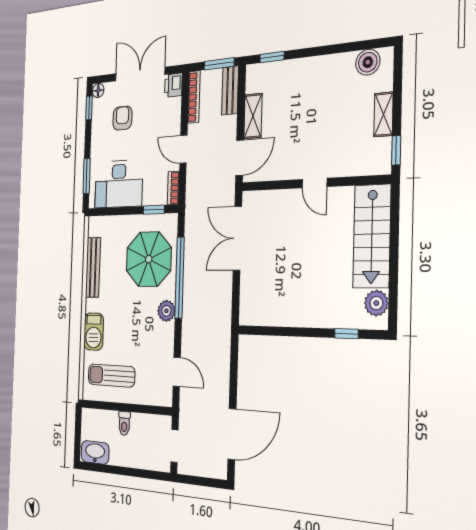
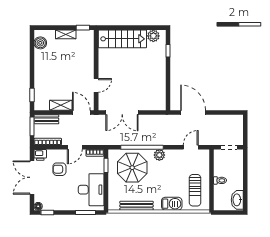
armchair: (122, 118) -> (59, 169), moved
door: (315, 183) -> (96, 85), moved
door: (232, 434) -> (193, 112), moved

